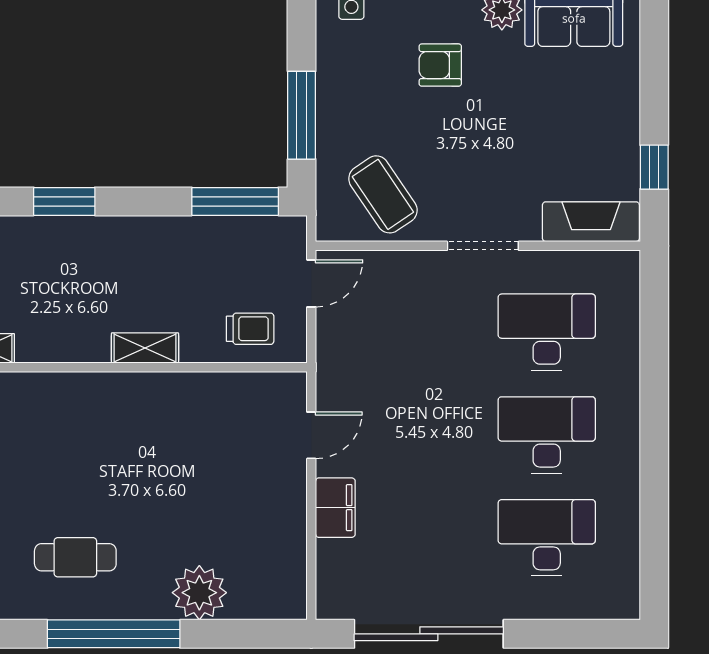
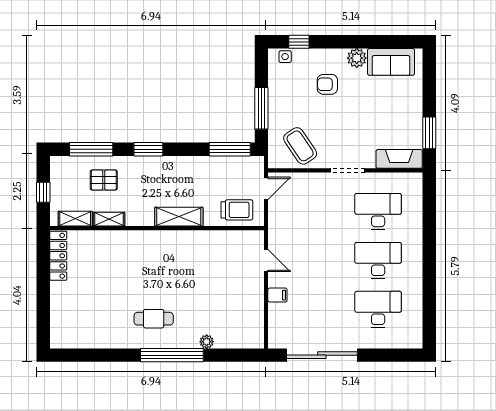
window: (654, 167) -> (429, 133), width x1.50
trolley: (250, 329) -> (237, 210), width x1.36, depth x1.39
shelving: (145, 348) -> (179, 217), width x1.50, depth x1.33
door: (311, 435) -> (266, 261), hinge flipped
filing cabinet: (335, 508) -> (277, 295), width x0.50
plant: (199, 593) -> (207, 342), width x0.53, depth x0.53

